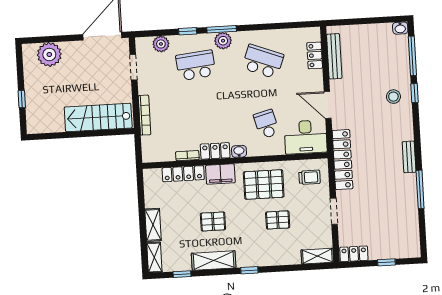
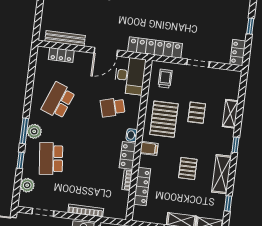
filing cabinet: (220, 174) -> (149, 148), width x0.50
shelving: (317, 256) -> (230, 114), moved

